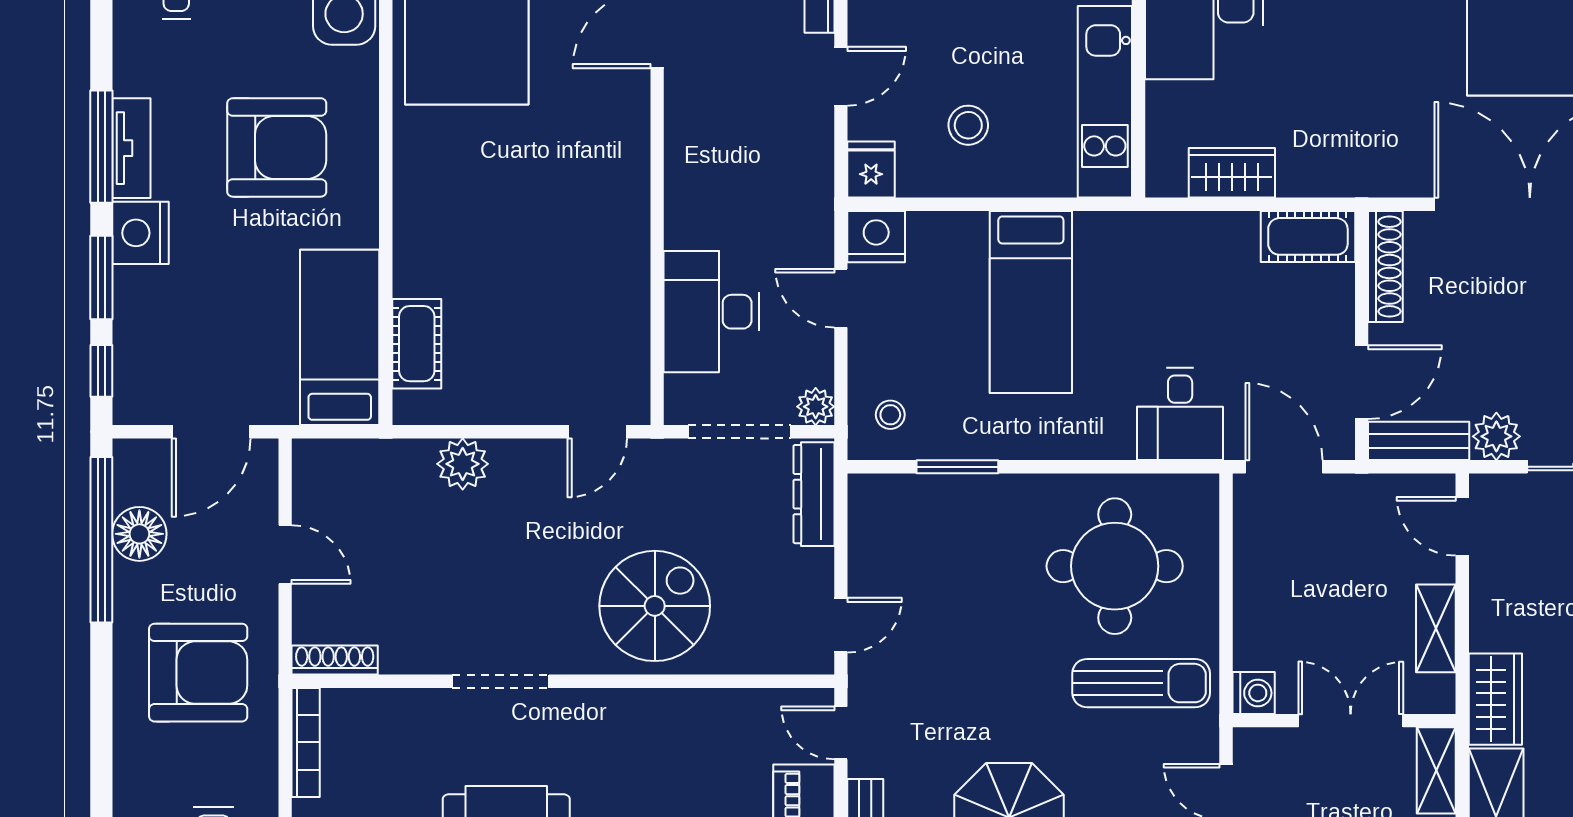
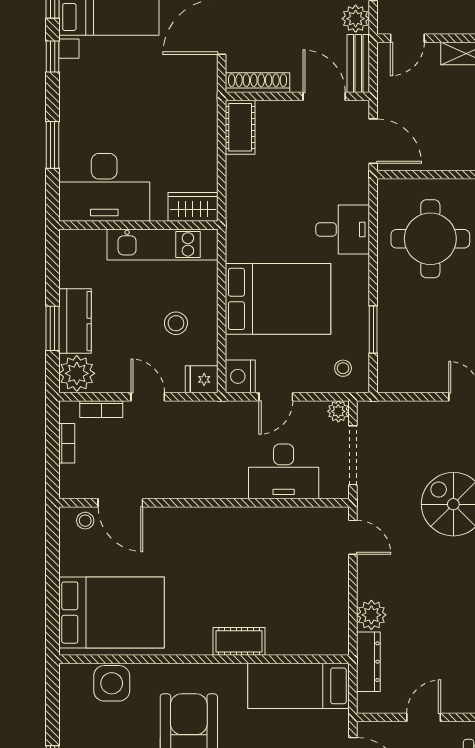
wardrobe: (1232, 173) -> (193, 207), moved, turned 90
bed: (1031, 302) -> (278, 299), width x1.50
cot: (417, 344) -> (239, 641), moved
desk: (1180, 414) -> (343, 229), moved
door: (1284, 467) -> (373, 141), swing flipped
dresser: (814, 494) -> (368, 662), moved, turned -90

